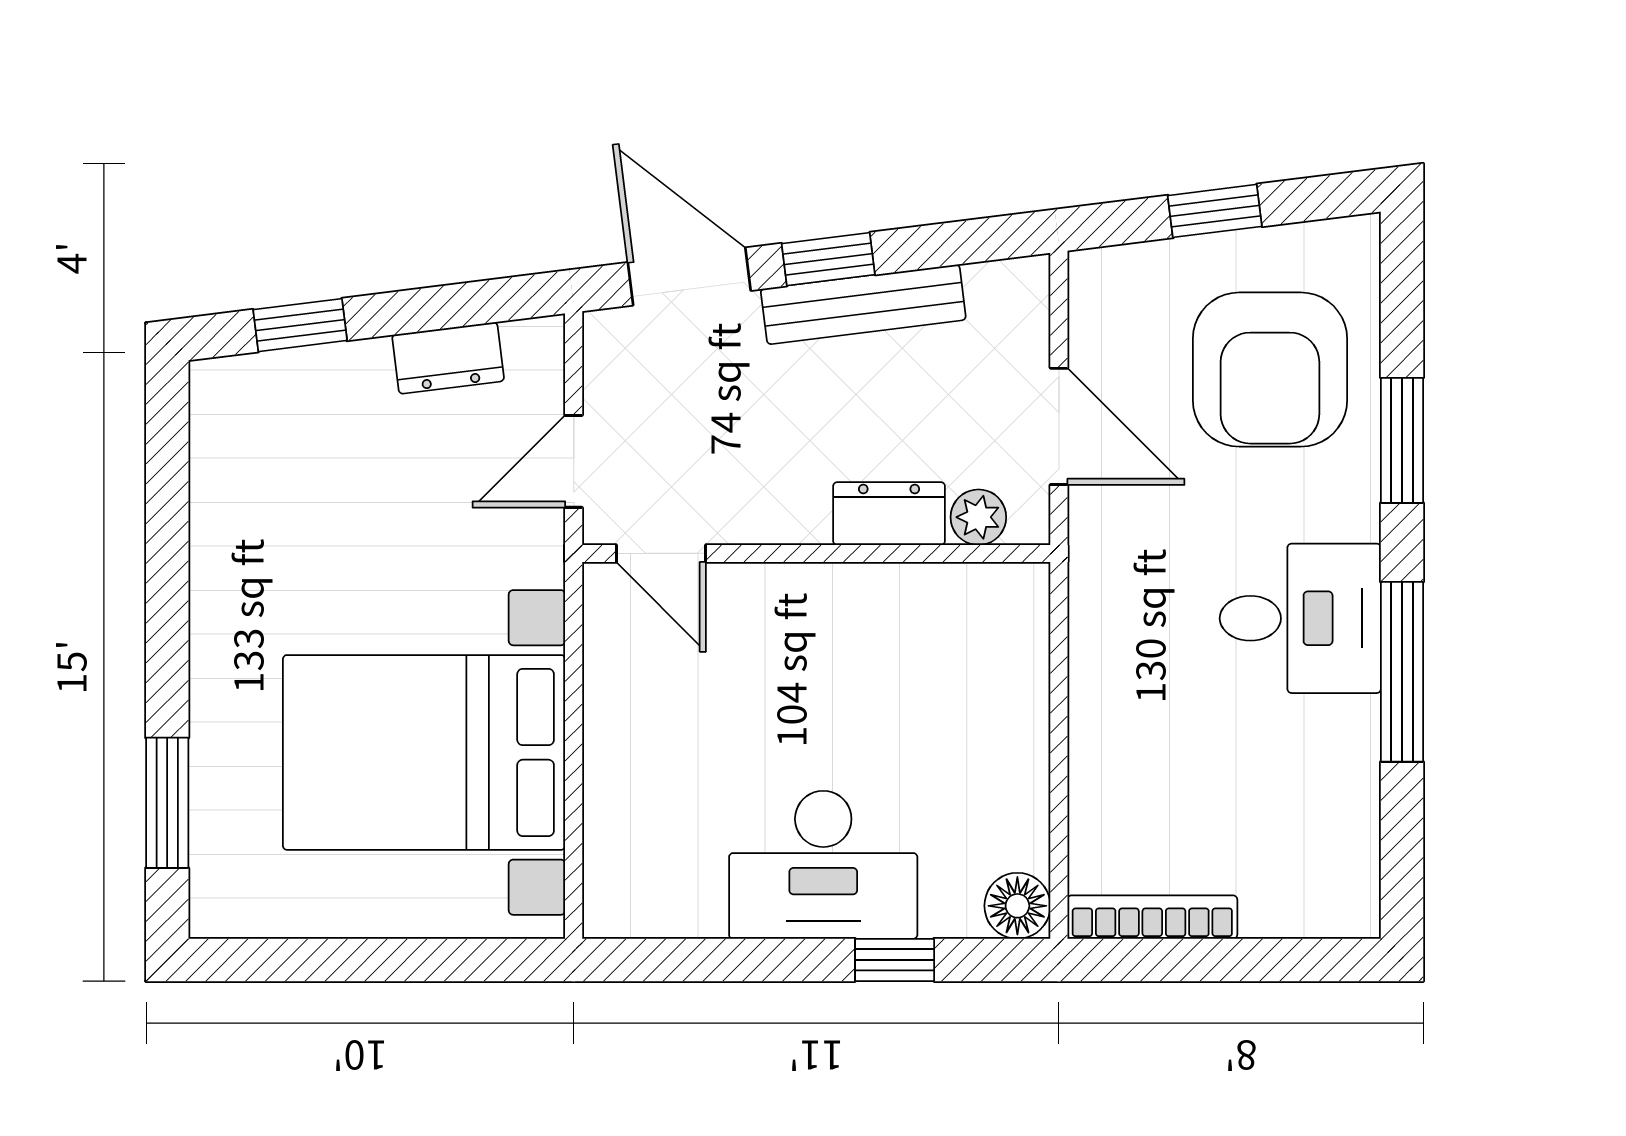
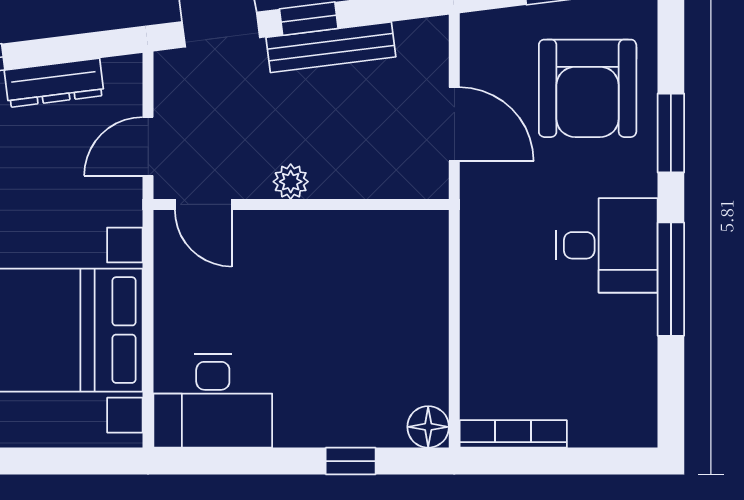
dresser: (448, 358) -> (54, 83), width x1.44
dresser: (889, 514) -> (347, 179), removed
plant: (978, 517) -> (291, 182), moved
desk: (823, 865) -> (213, 401), moved

